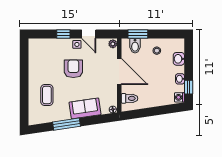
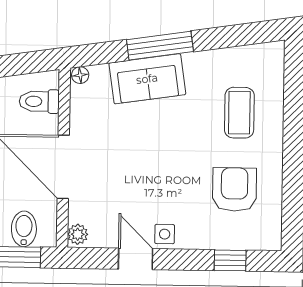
window: (63, 34) -> (230, 260), moved
armchair: (73, 69) -> (234, 189), moved, turned 180
window: (66, 124) -> (160, 46), moved

